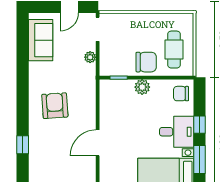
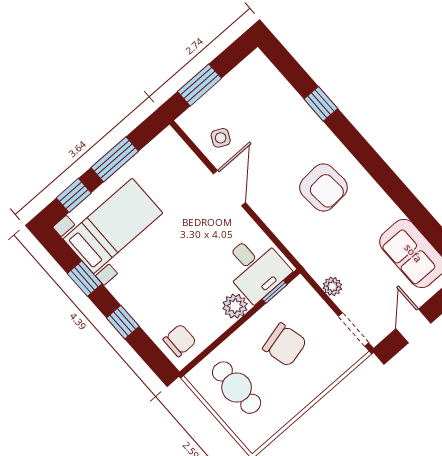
chair: (146, 62) -> (285, 345), moved, turned -104
desk: (177, 132) -> (255, 268), moved, turned -90
window: (199, 160) -> (85, 279), width x0.67
side table: (82, 169) -> (221, 138), added

